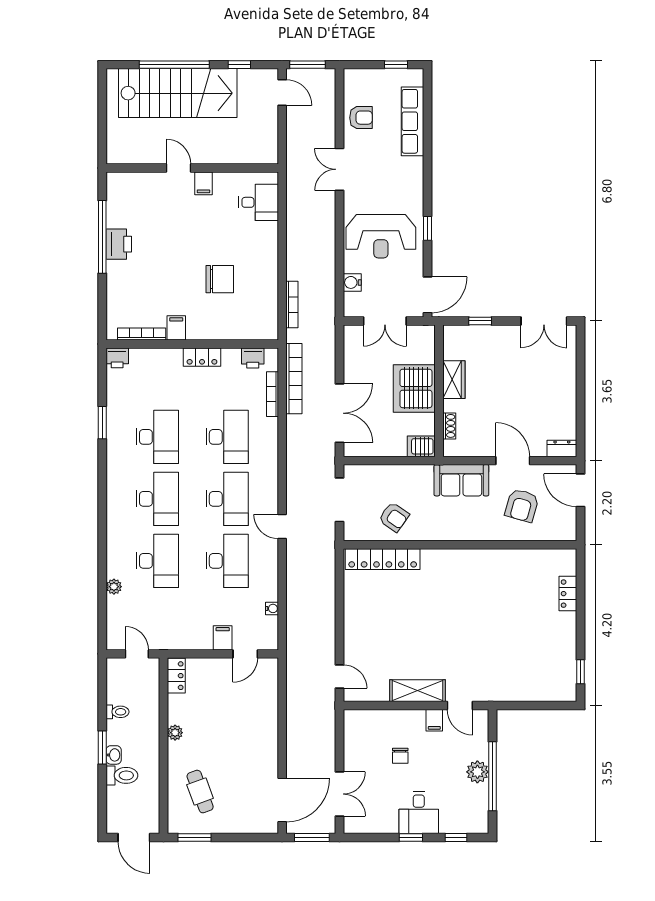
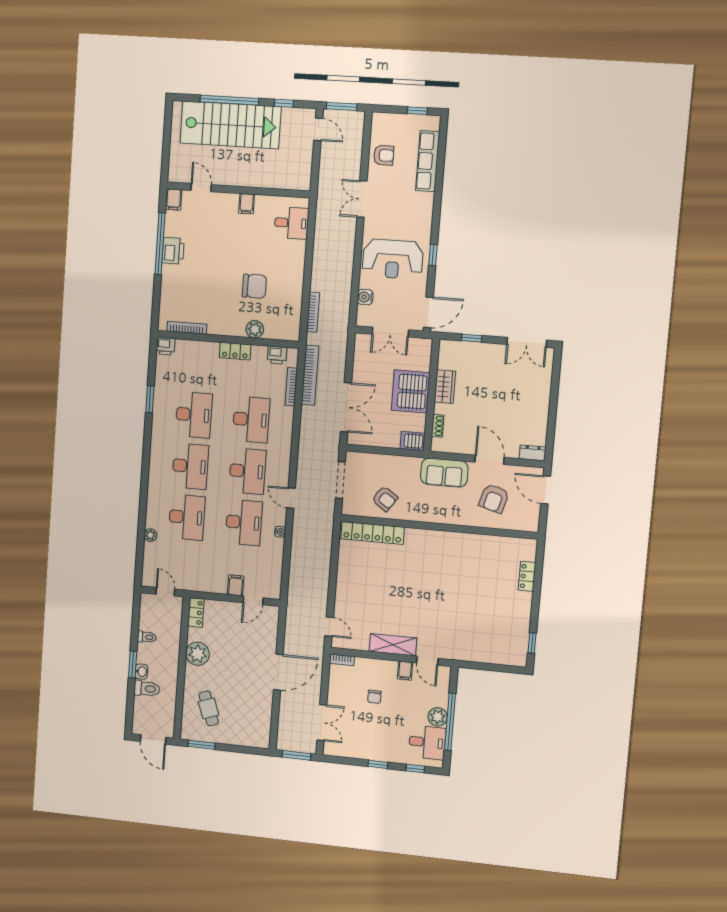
door: (178, 168) -> (201, 188), moved
filing cabinet: (176, 328) -> (174, 200), moved, turned 180
plant: (224, 330) -> (255, 329), added
water cooler: (272, 608) -> (280, 532), moved
bookcase: (358, 715) -> (342, 660), added
plant: (175, 733) -> (197, 654), width x1.88, depth x1.88
door: (282, 800) -> (278, 672), moved
desk: (419, 813) -> (427, 742), moved, turned -90

